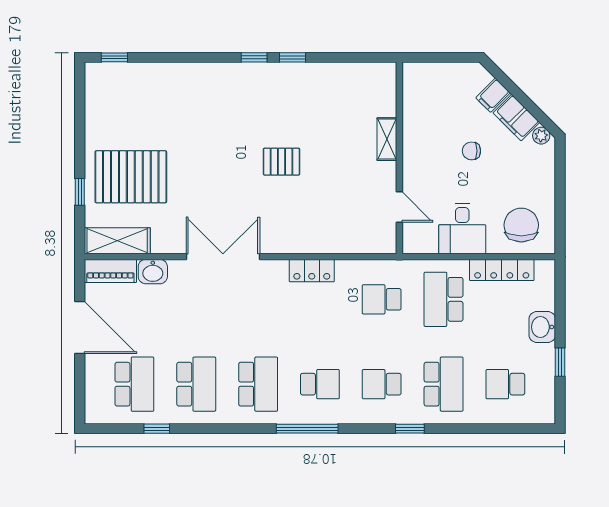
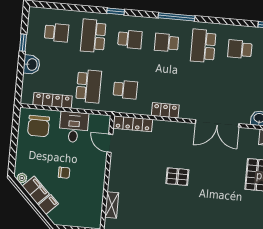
shelving: (387, 139) -> (112, 205), moved
locker: (364, 243) -> (133, 124), added
school desk: (196, 384) -> (240, 49), width x0.54

